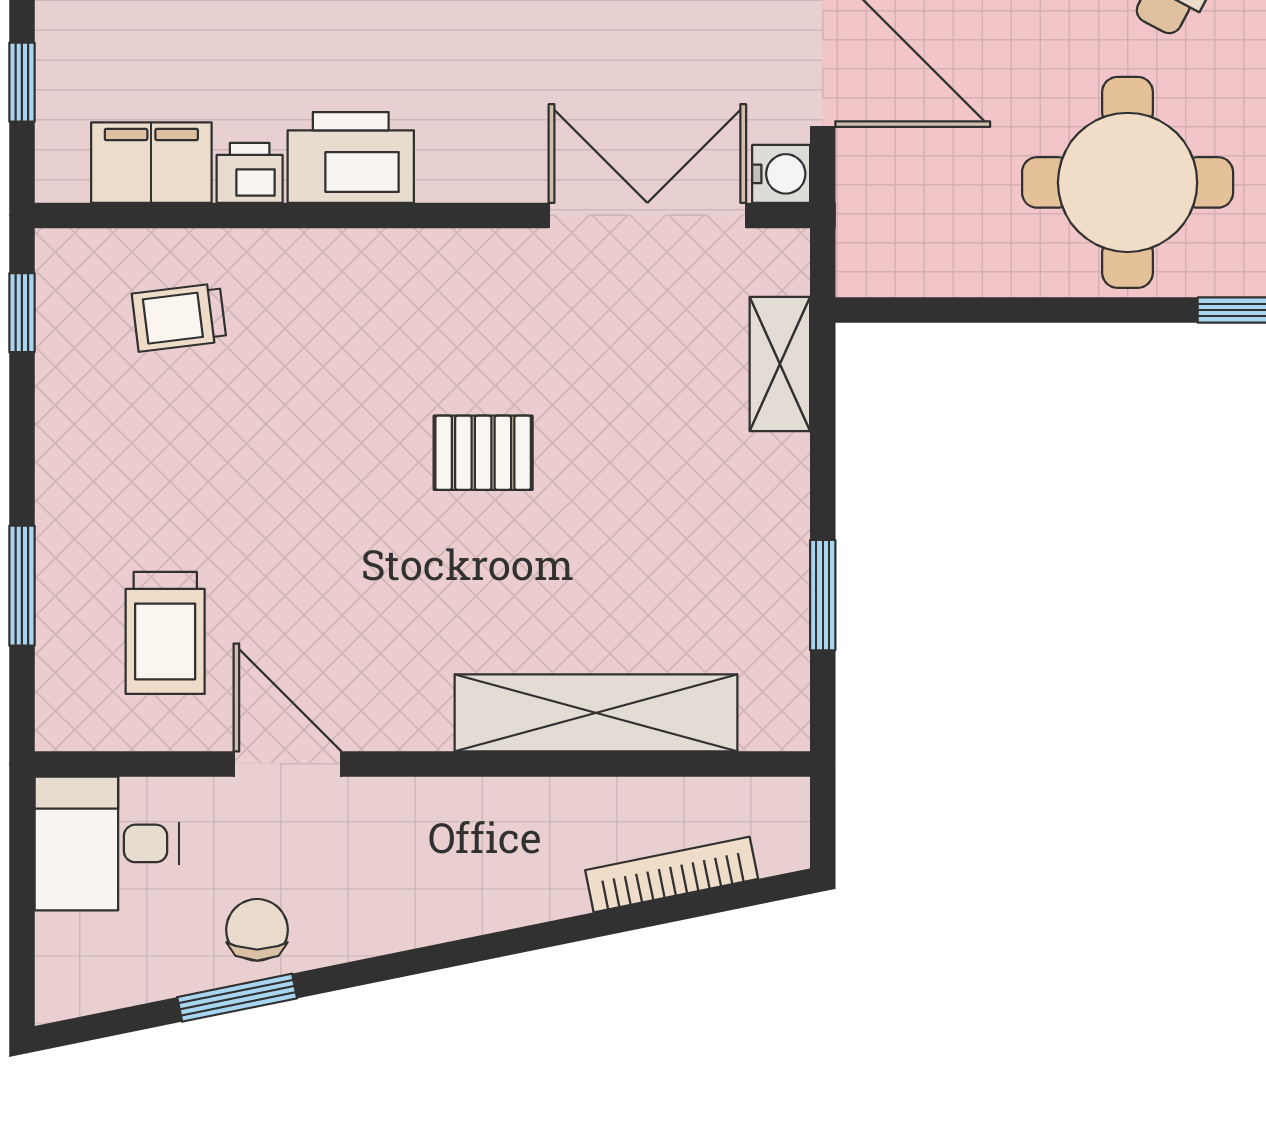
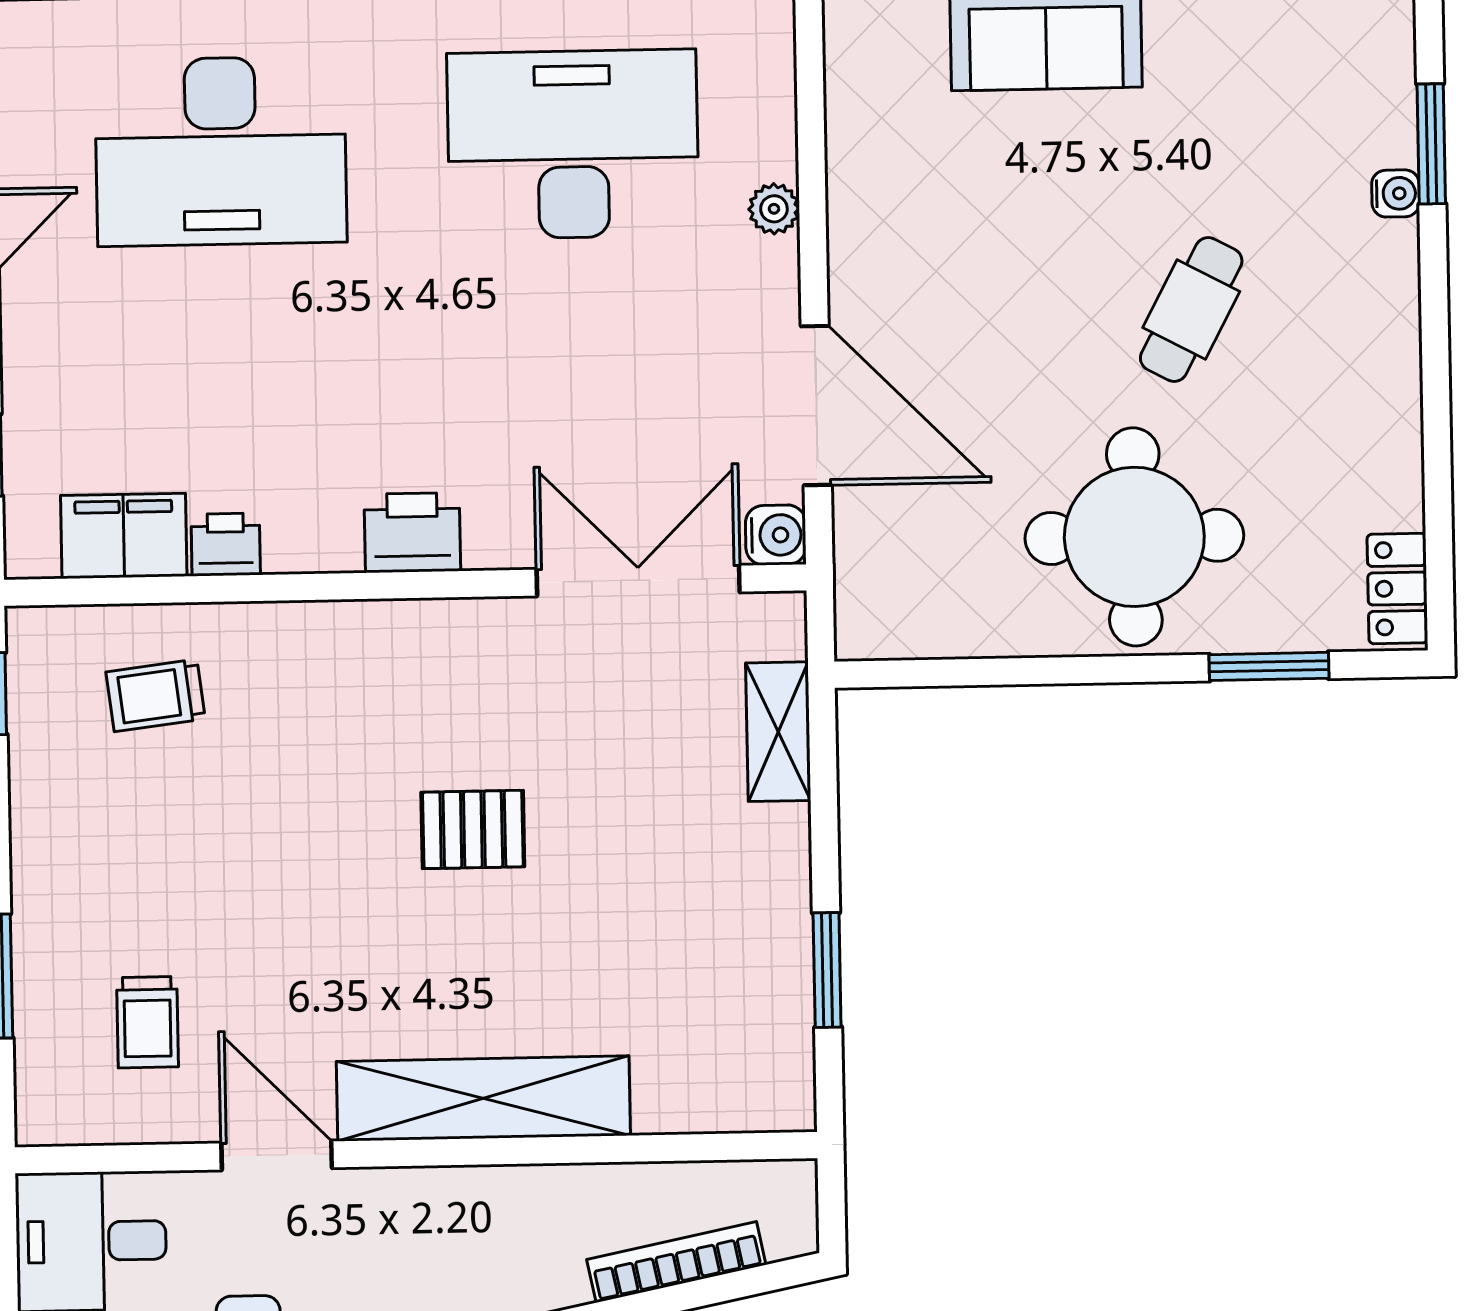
printer: (351, 157) -> (412, 533), moved, width x0.73, depth x0.84
trolley: (165, 633) -> (148, 1022), width x0.73, depth x0.72
shelving: (596, 713) -> (483, 1098), moved

